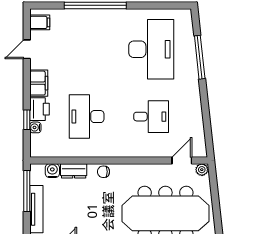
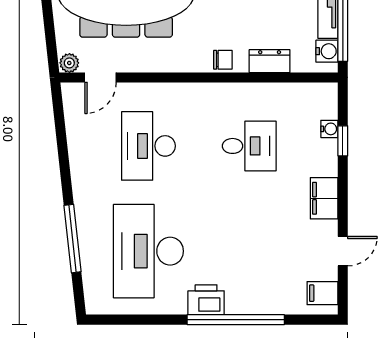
printer: (39, 109) -> (206, 300), moved, turned 90
desk: (87, 117) -> (249, 146), width x0.73
desk: (151, 117) -> (148, 146), width x1.37
water cooler: (52, 171) -> (327, 51), moved, turned -90

